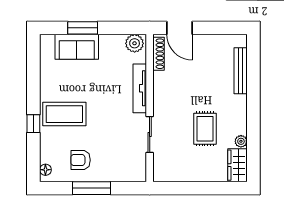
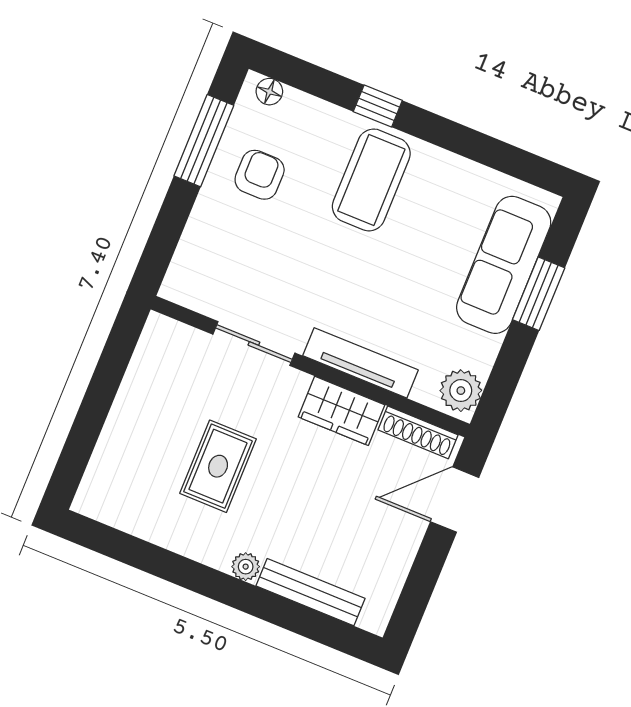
sofa: (77, 47) -> (504, 265), width x1.36
rug: (205, 129) -> (218, 466), turned 90
plant: (241, 141) -> (246, 567), moved
wardrobe: (237, 165) -> (342, 411), moved, turned 180
window: (92, 188) -> (204, 141), moved

